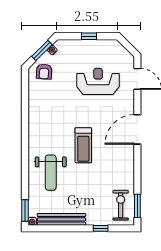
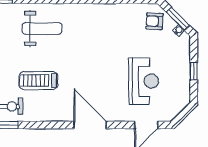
treadmill: (83, 145) -> (38, 81), moved
weight bench: (51, 173) -> (42, 29), turned 180

